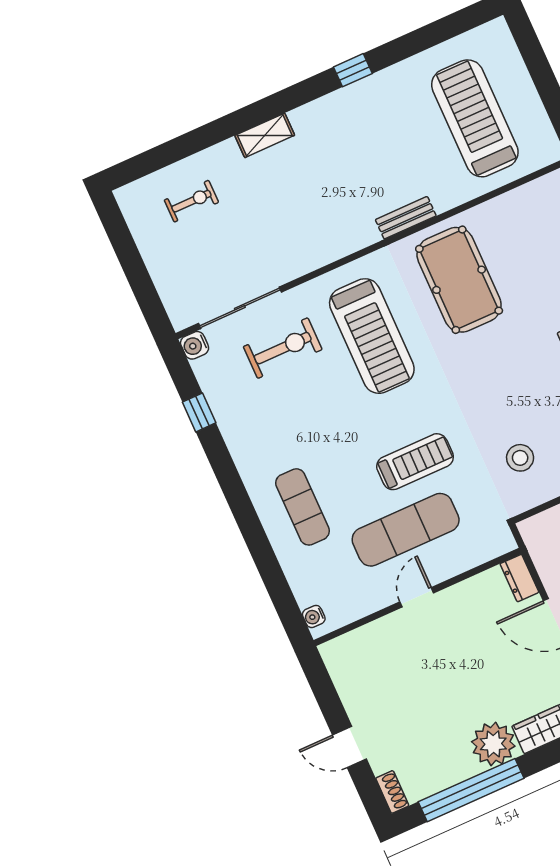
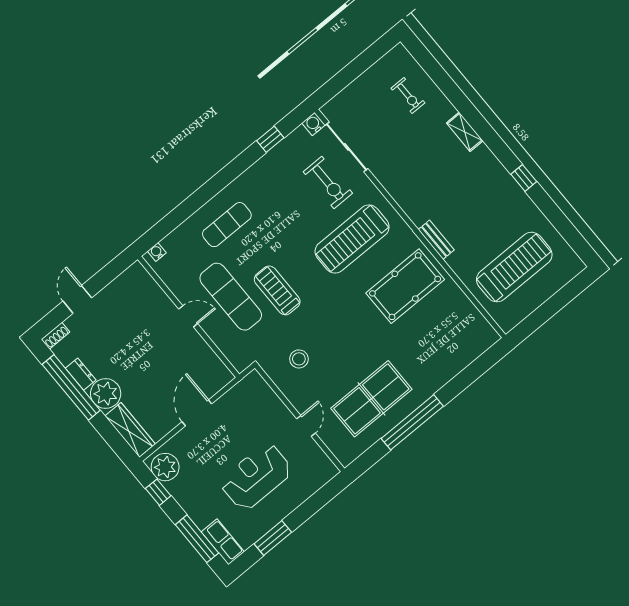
treadmill: (415, 462) -> (277, 290), turned 180
dresser: (519, 578) -> (81, 374), moved, turned 90

